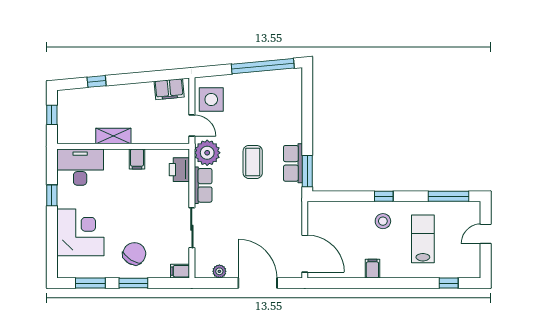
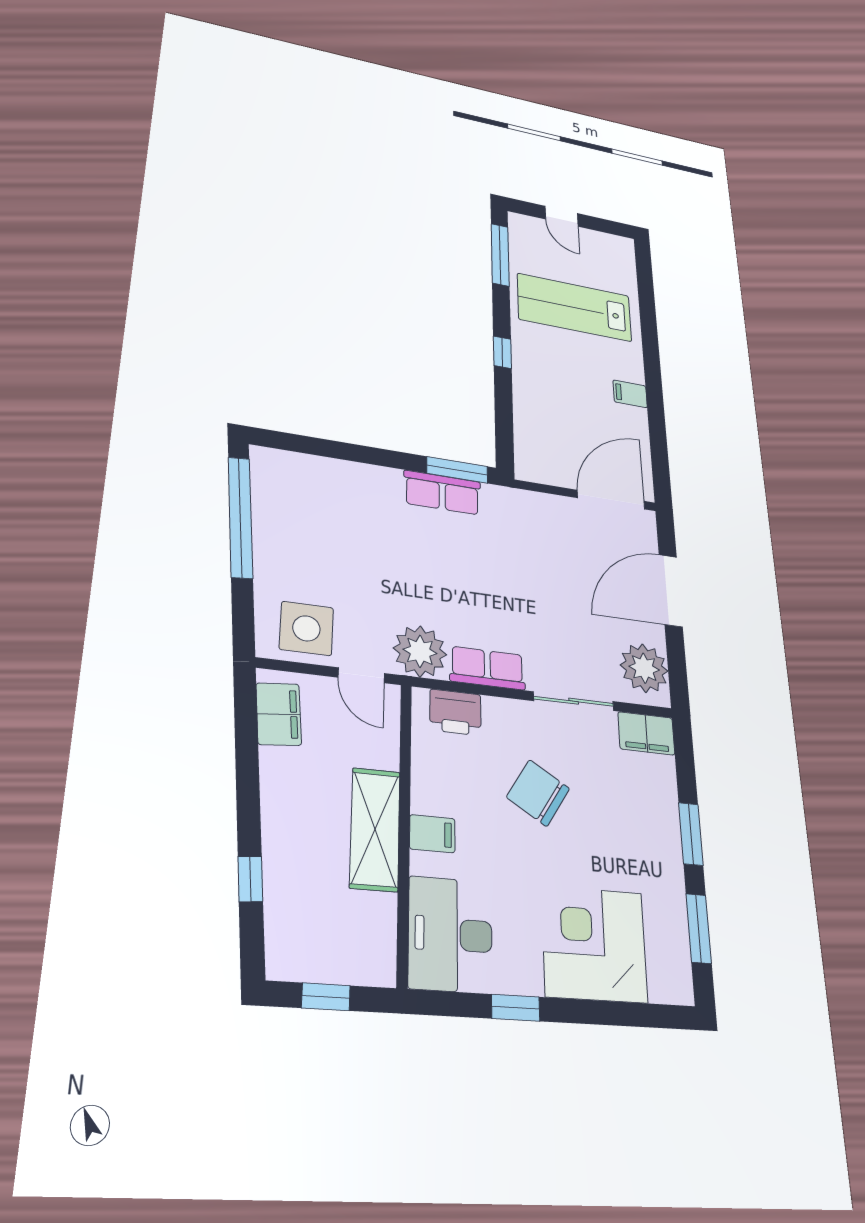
door: (192, 125) -> (361, 675), swing flipped
shelving: (113, 136) -> (375, 829), width x1.50, depth x1.33
filing cabinet: (137, 159) -> (432, 834), moved
coffee table: (253, 162) -> (439, 566), removed
stool: (383, 221) -> (547, 362), removed
lab bench: (423, 239) -> (575, 307), width x1.36, depth x1.39
chair: (134, 254) -> (538, 793), moved
filing cabinet: (180, 271) -> (646, 733), width x2.00
plant: (219, 271) -> (644, 668), width x1.87, depth x1.87
window: (449, 283) -> (645, 285), removed

